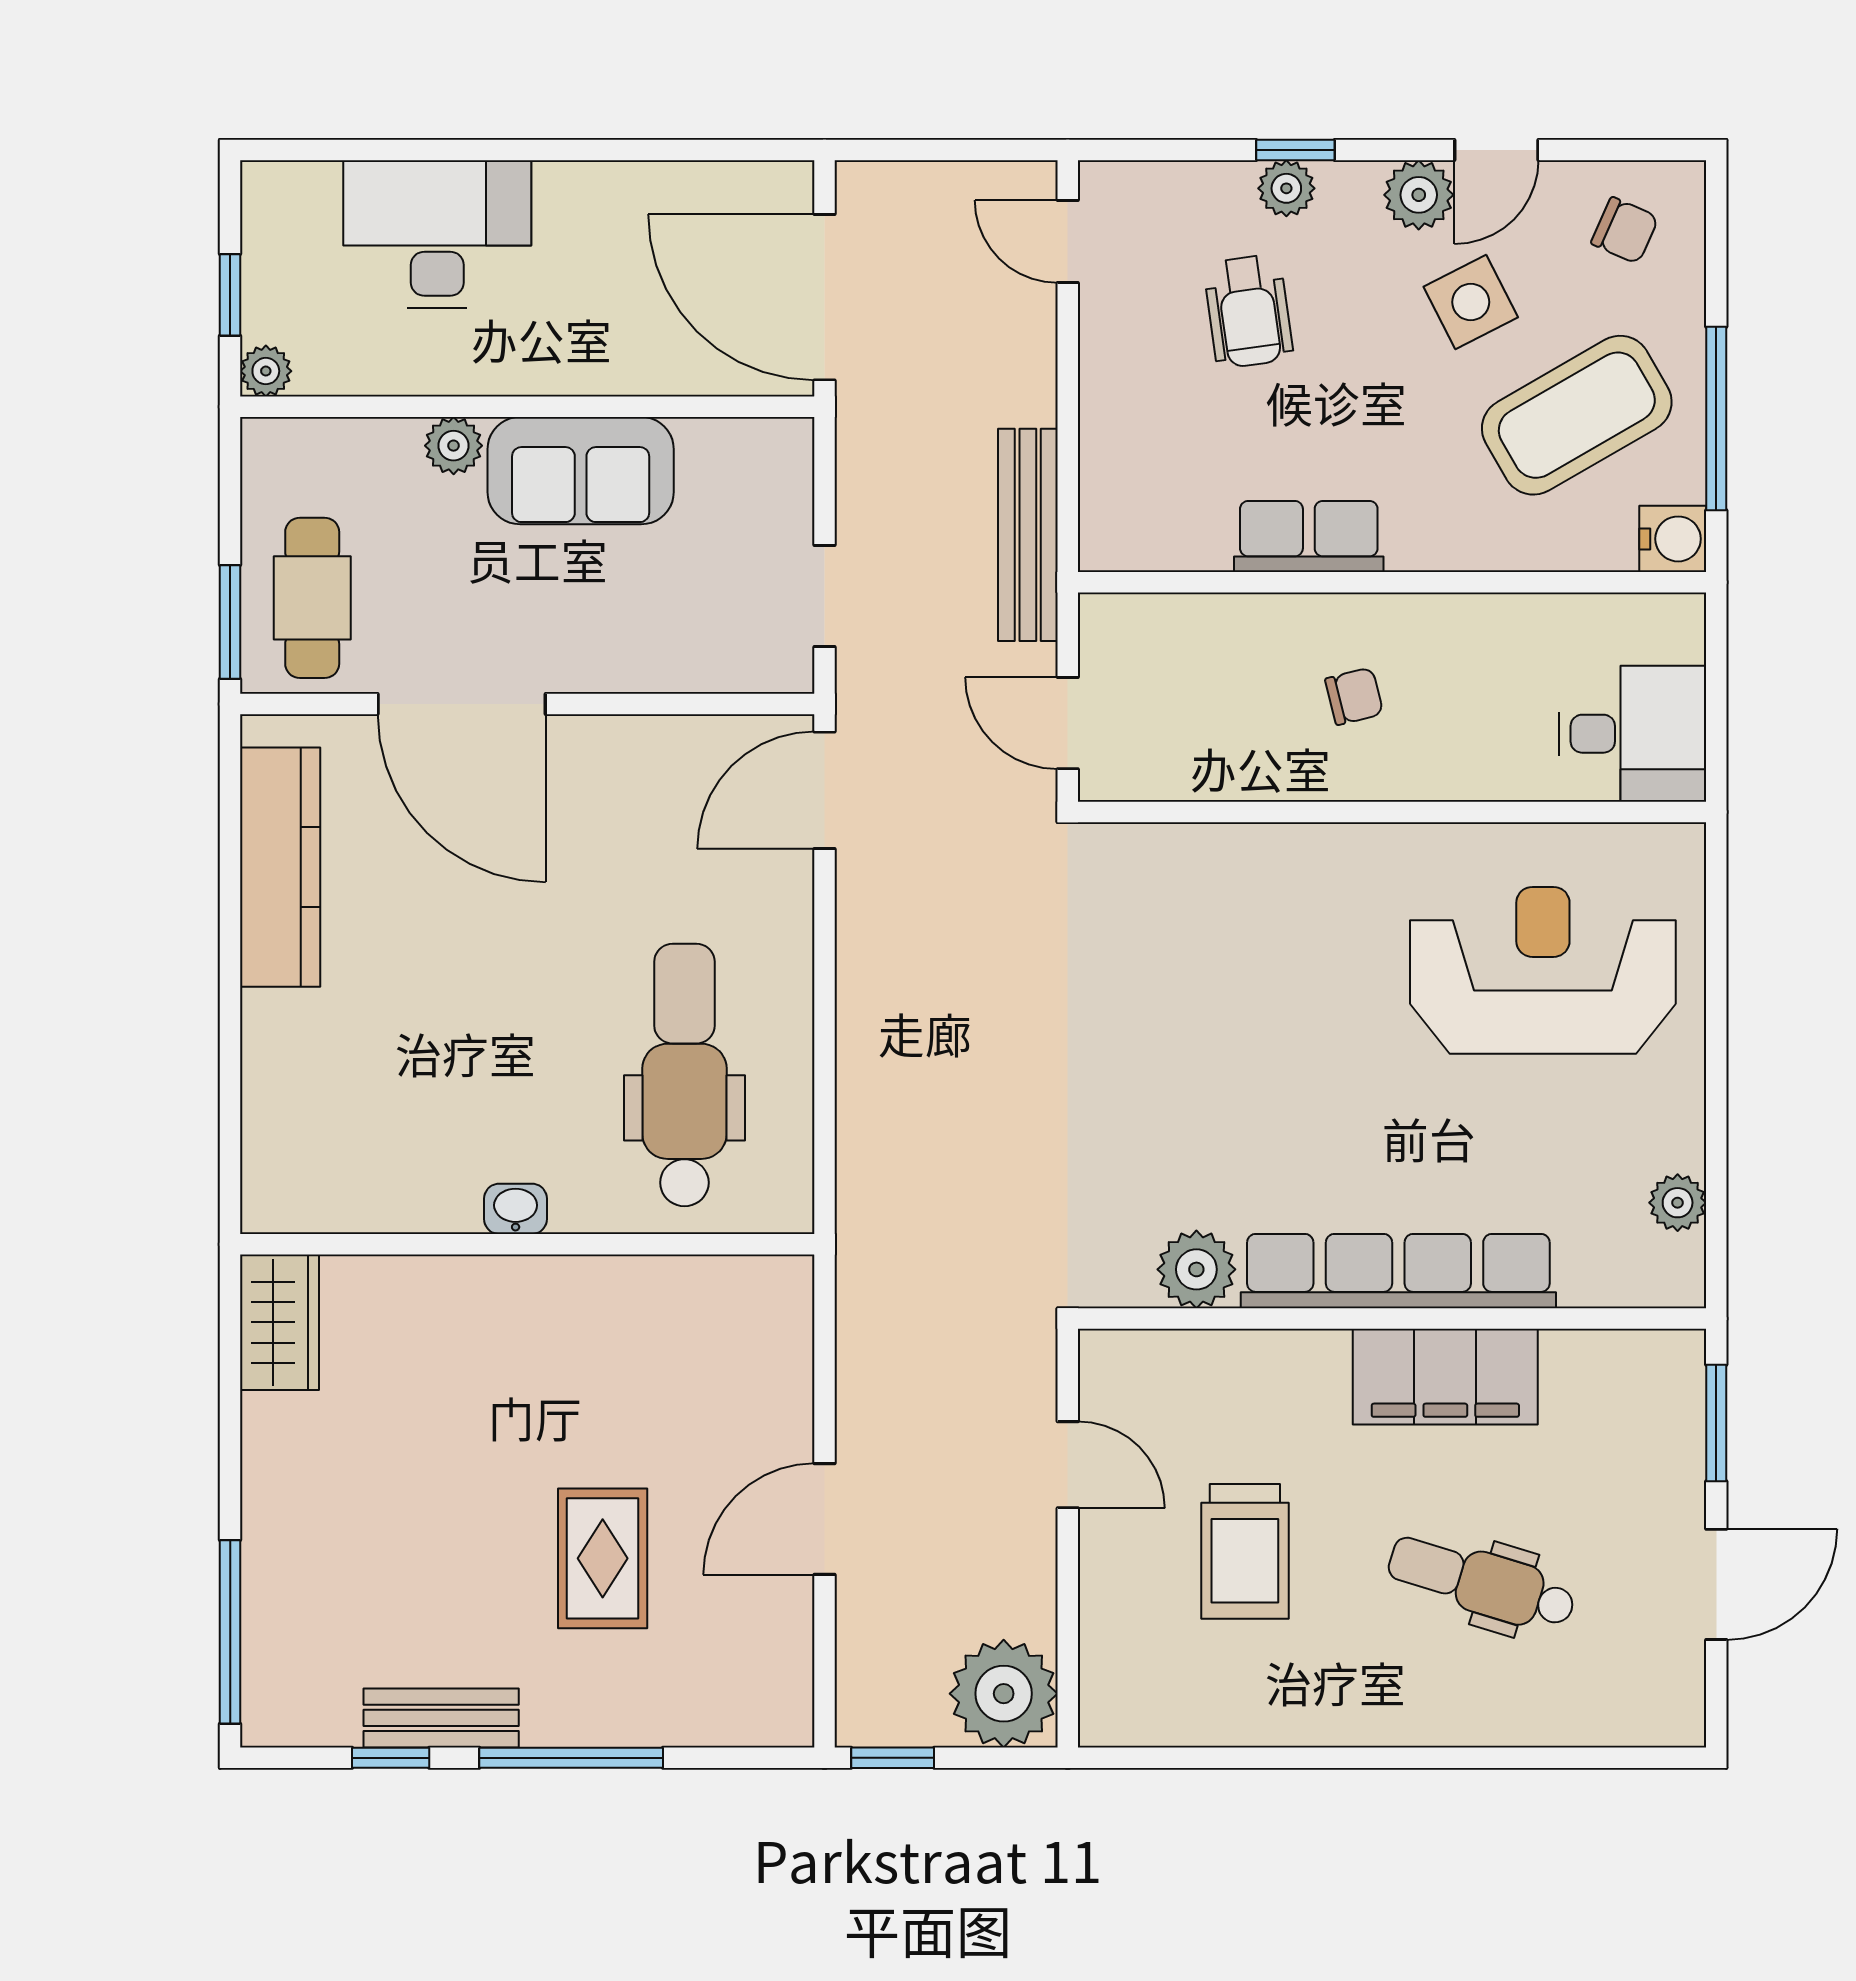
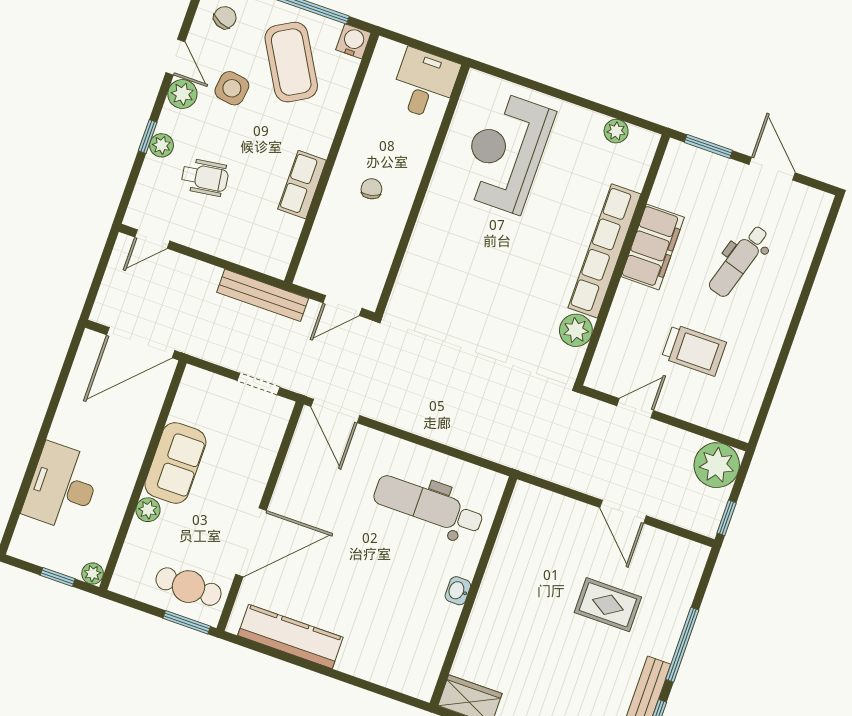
side table: (1471, 302) -> (232, 88), turned 35

